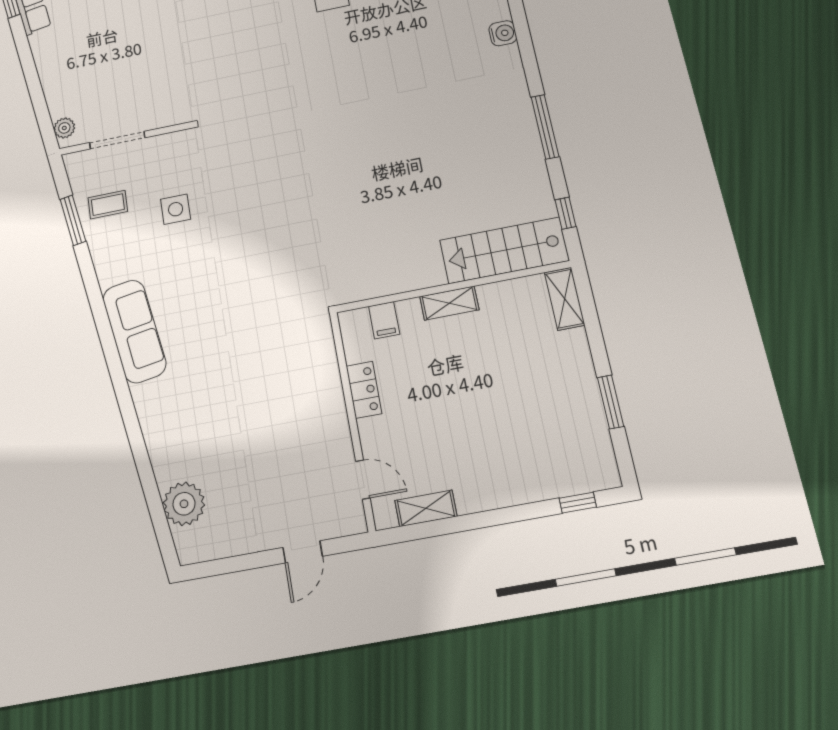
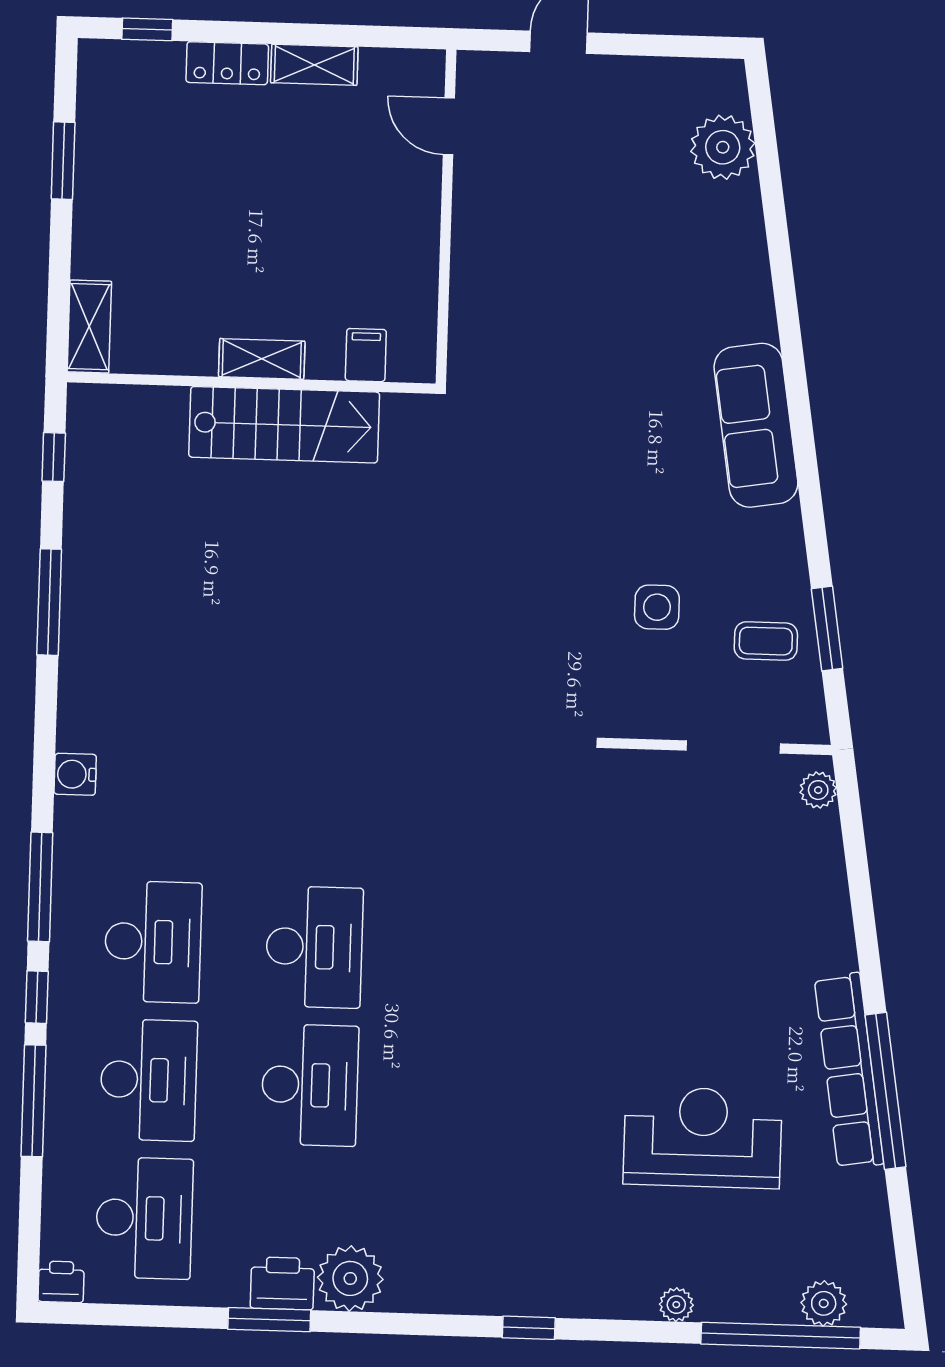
stairs: (504, 250) -> (284, 425), moved
locker: (364, 390) -> (227, 63), moved, turned -90
shelving: (426, 508) -> (314, 65), moved

